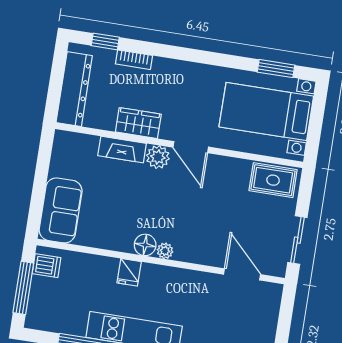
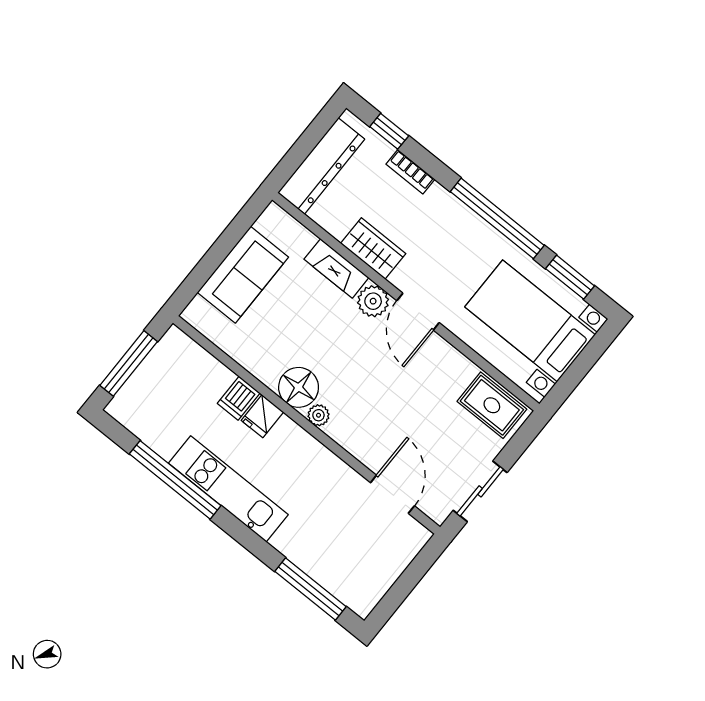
window: (207, 58) -> (497, 218), added
sofa: (61, 210) -> (243, 275), moved
floor lamp: (145, 245) -> (299, 387), width x1.38, depth x1.38
dishwasher: (47, 266) -> (239, 398), moved, turned 90

